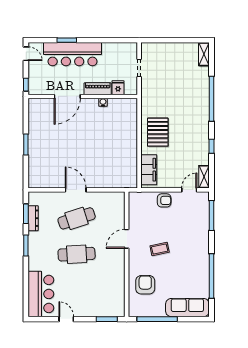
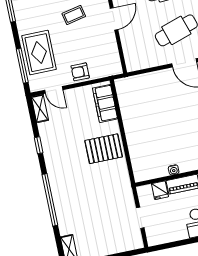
pallet: (158, 132) -> (104, 149), turned 90
door: (189, 190) -> (54, 90), hinge flipped
rug: (195, 224) -> (39, 53), added

